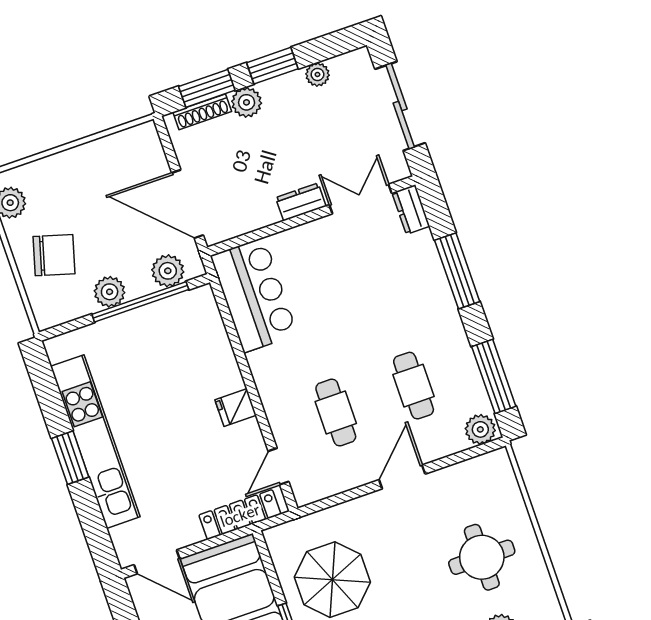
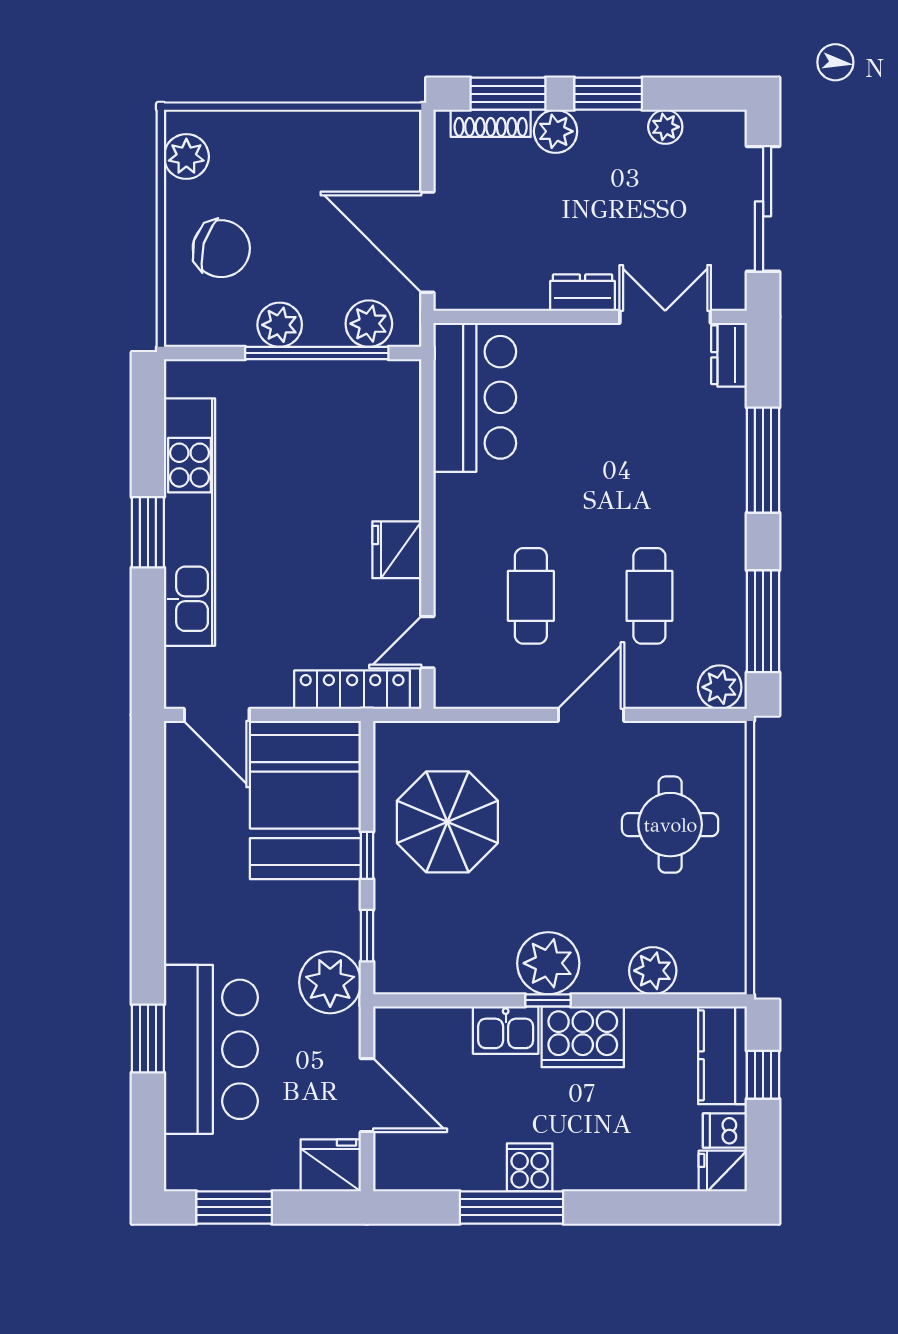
fridge: (236, 408) -> (397, 550), width x1.38
round table: (482, 557) -> (670, 825), moved

